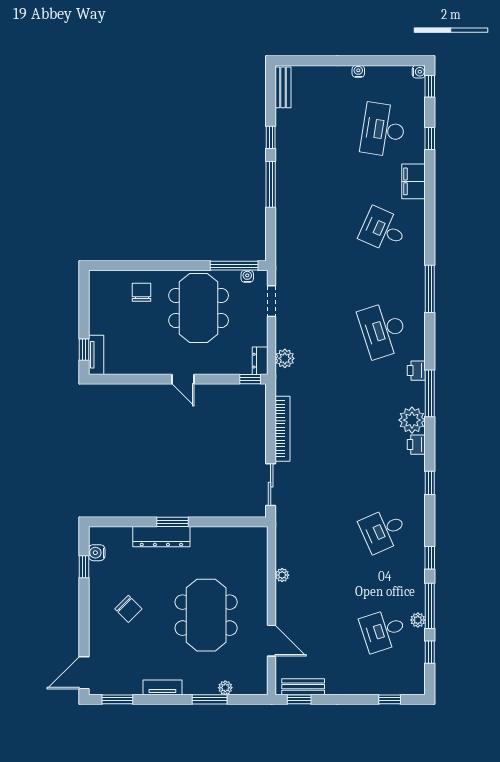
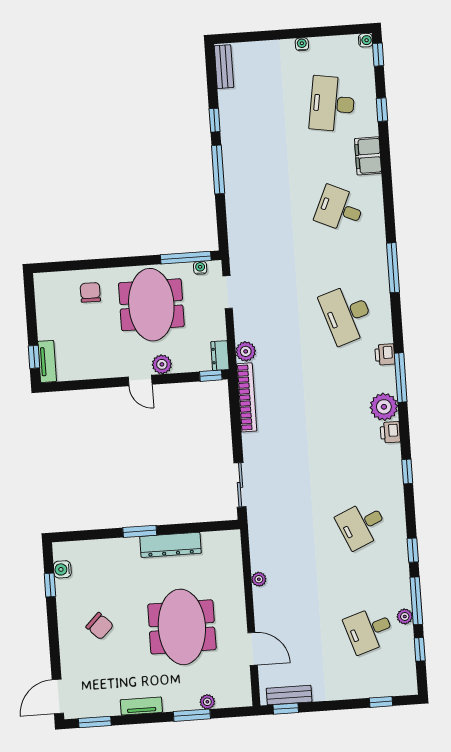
plant: (205, 365) -> (162, 364), added
bookcase: (283, 429) -> (247, 397), moved
dresser: (161, 537) -> (170, 545), moved

